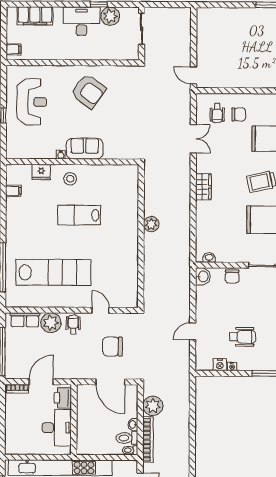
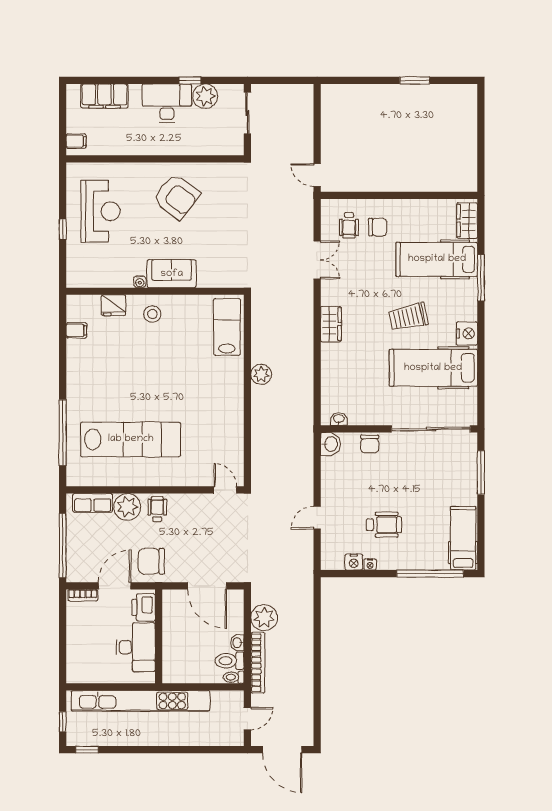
lab bench: (79, 215) -> (227, 327), moved, turned 90
door: (101, 310) -> (225, 490), moved
chair: (113, 347) -> (151, 561), moved

